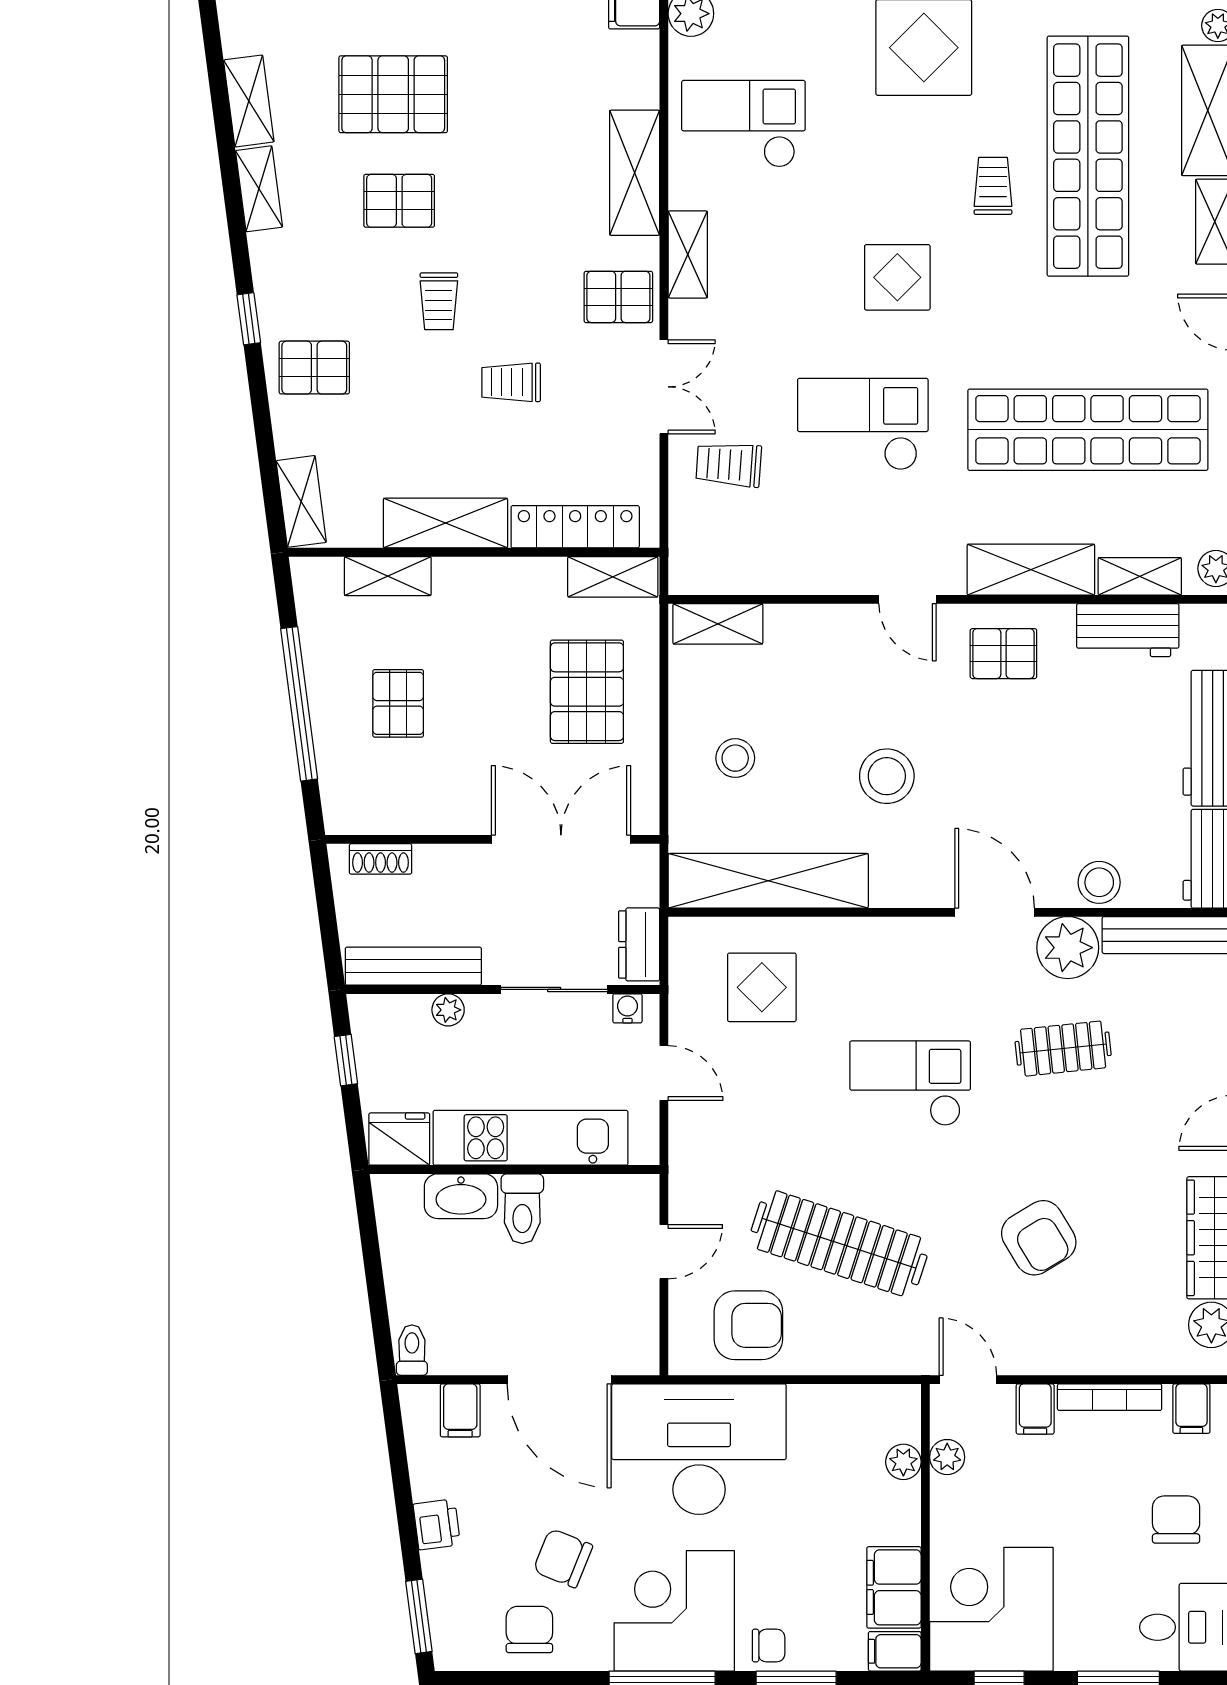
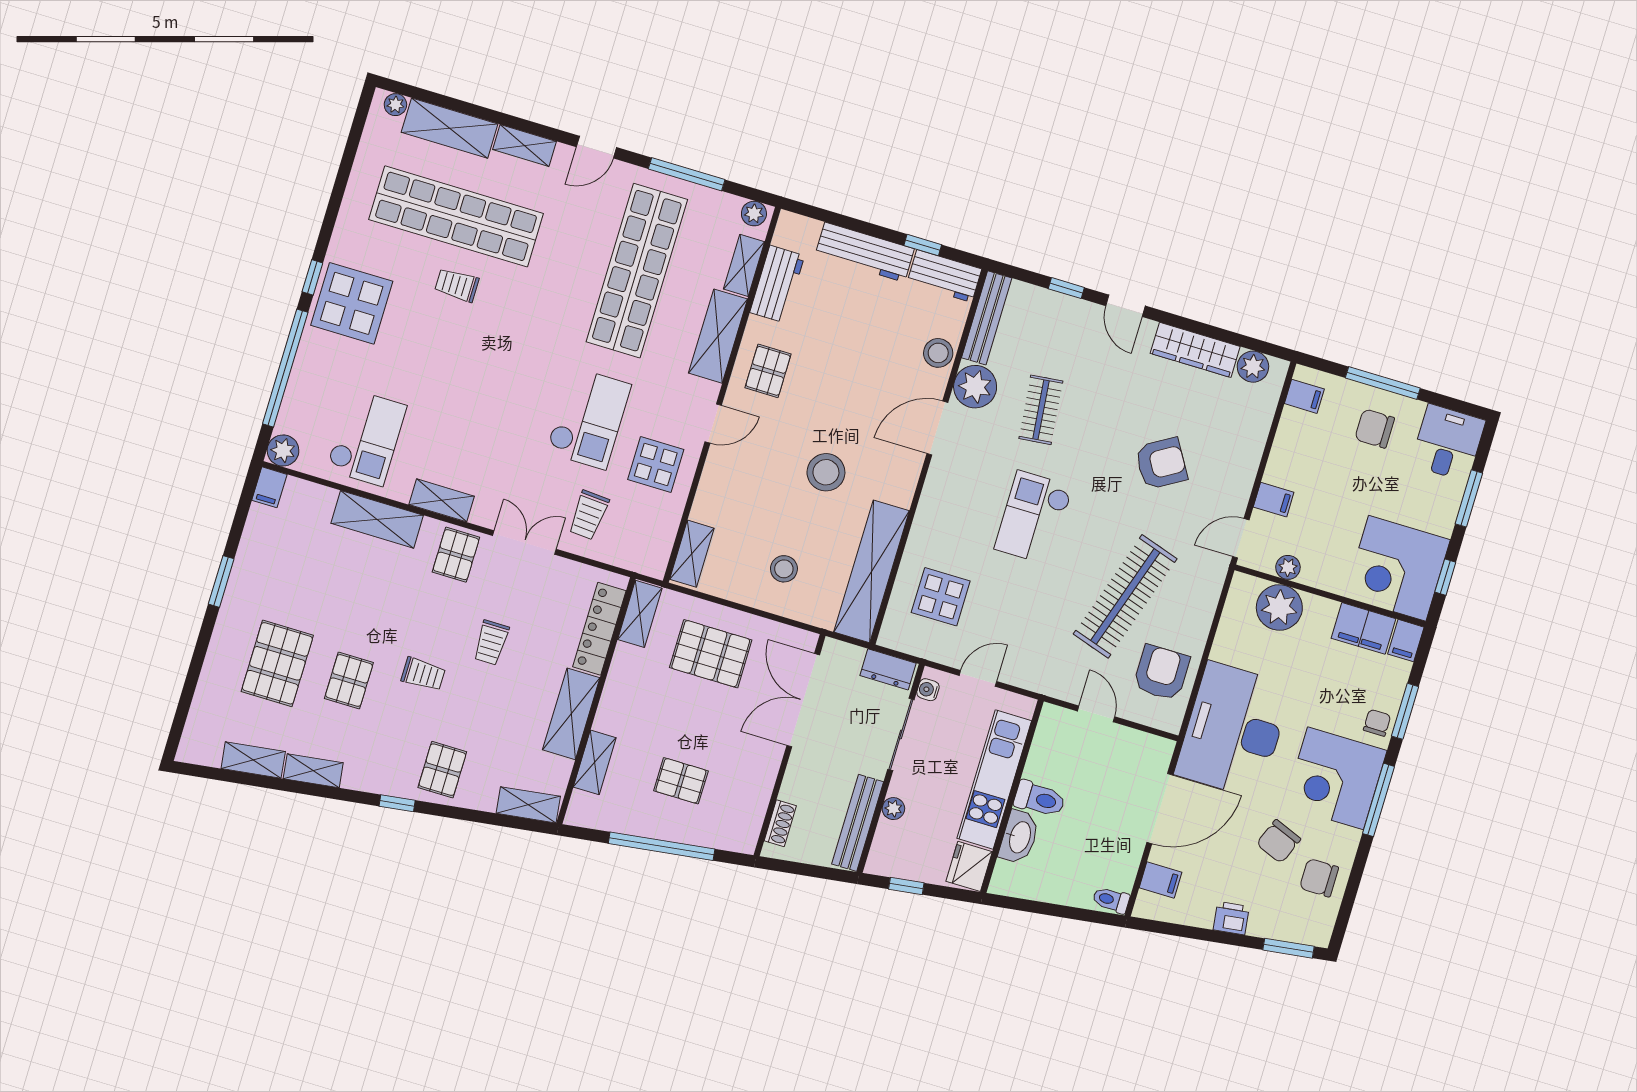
checkout: (743, 124) -> (366, 438), turned 180
display table: (897, 277) -> (656, 464), moved
checkout: (863, 424) -> (589, 418), turned 180
bookcase: (1110, 1397) -> (1281, 448), removed
plant: (903, 1462) -> (1279, 608), width x1.87, depth x1.87

